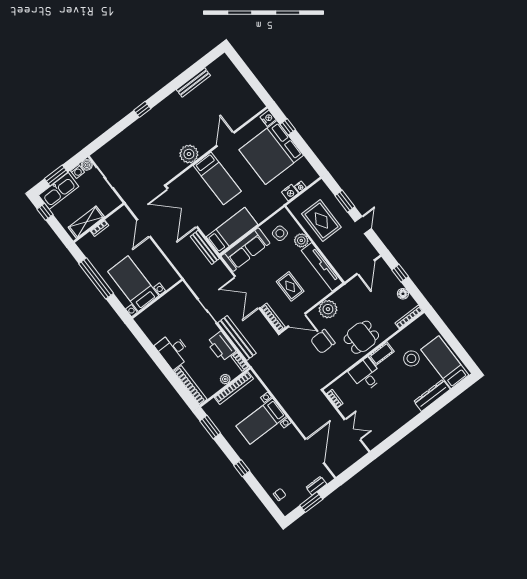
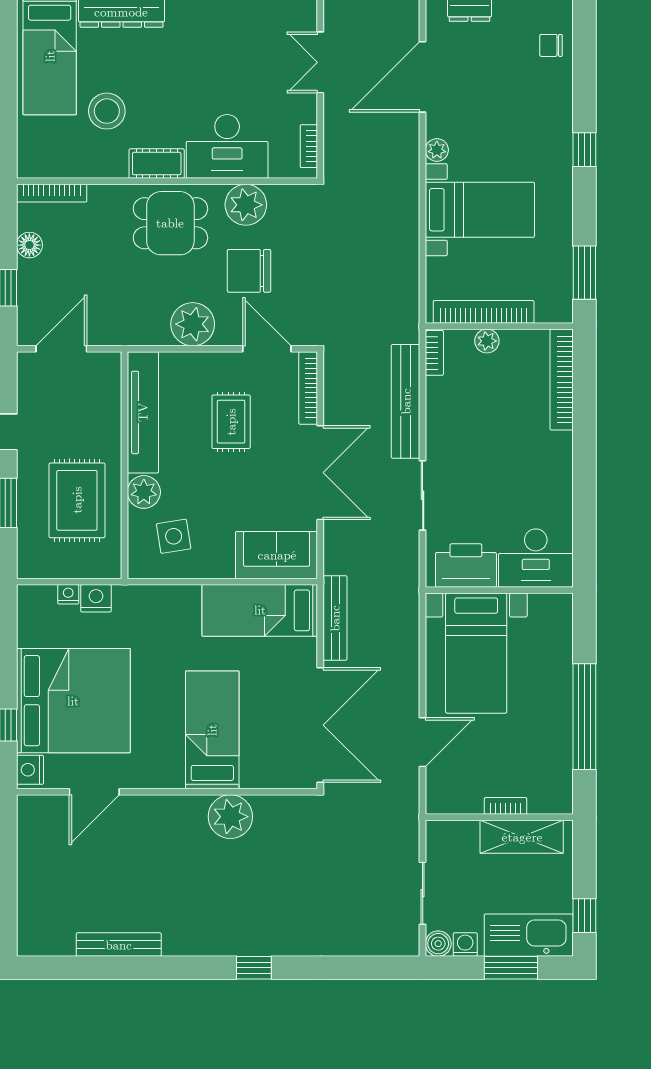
door: (226, 139) -> (94, 792), moved
sofa: (246, 250) -> (277, 555), width x0.73
bed with nightstands: (133, 284) -> (476, 653), moved
chair: (323, 341) -> (249, 271), turned 180
printer: (221, 346) -> (466, 566), moved, turned -90
desk: (173, 351) -> (536, 558), moved, turned 90
plant: (341, 363) -> (246, 205), added
desk: (366, 375) -> (227, 146), width x1.37
plant: (291, 430) -> (437, 150), added

